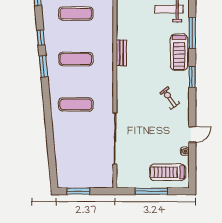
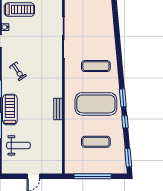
exercise mat: (76, 59) -> (96, 104), width x2.00, depth x1.45

